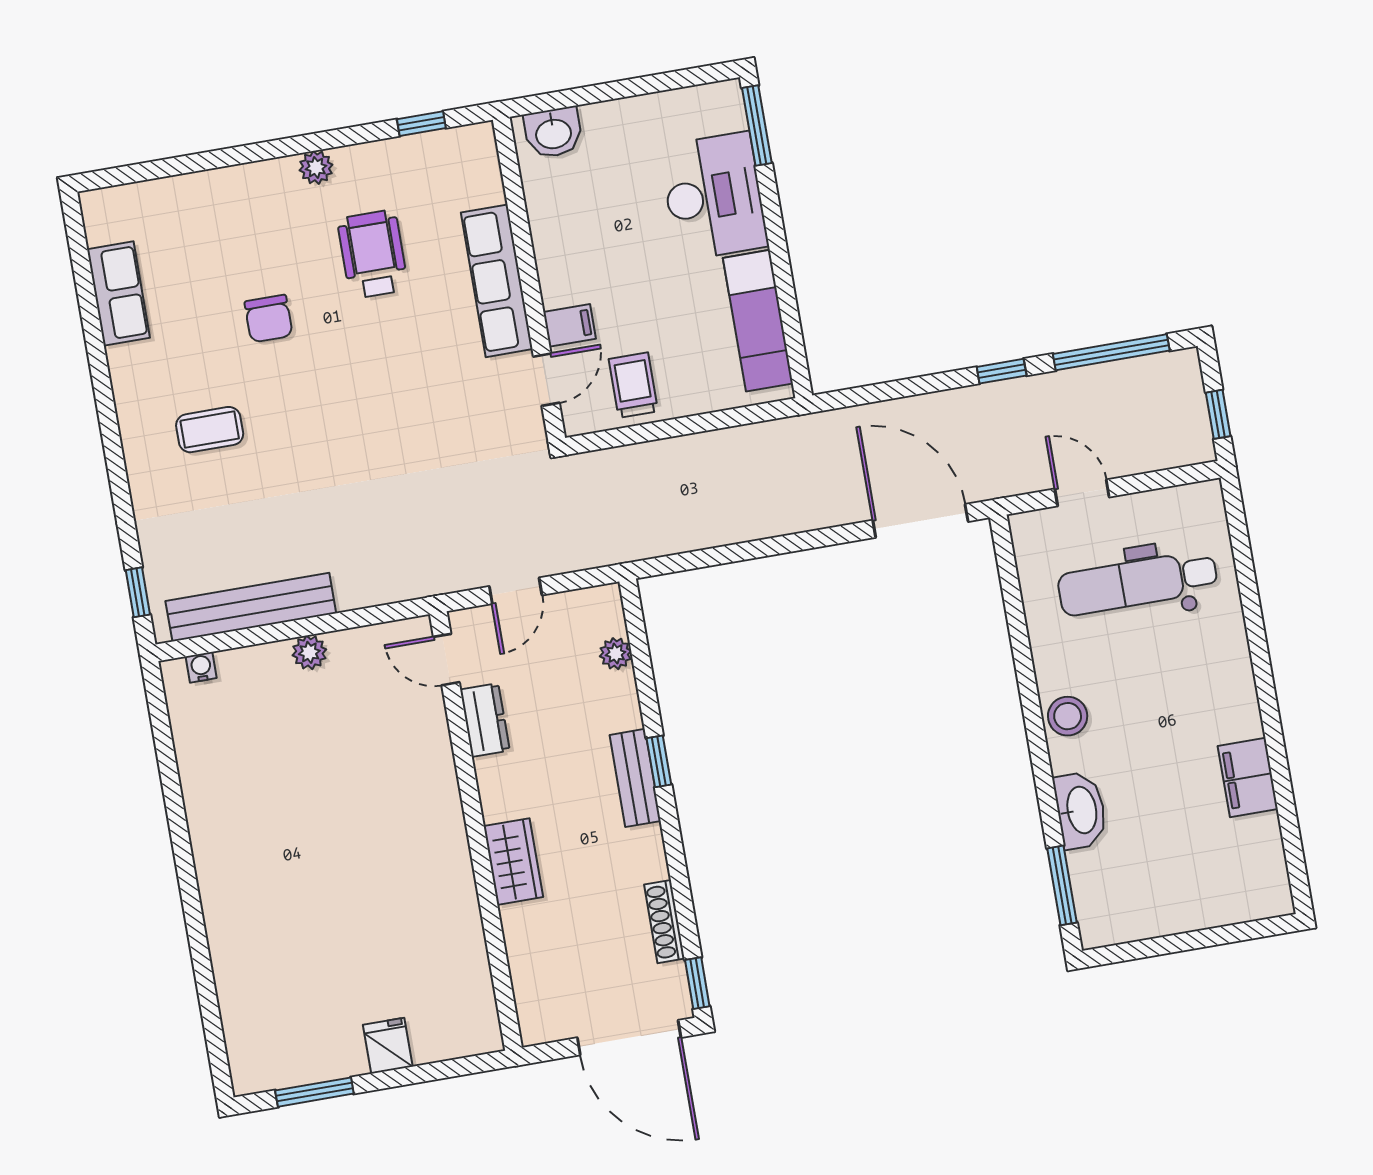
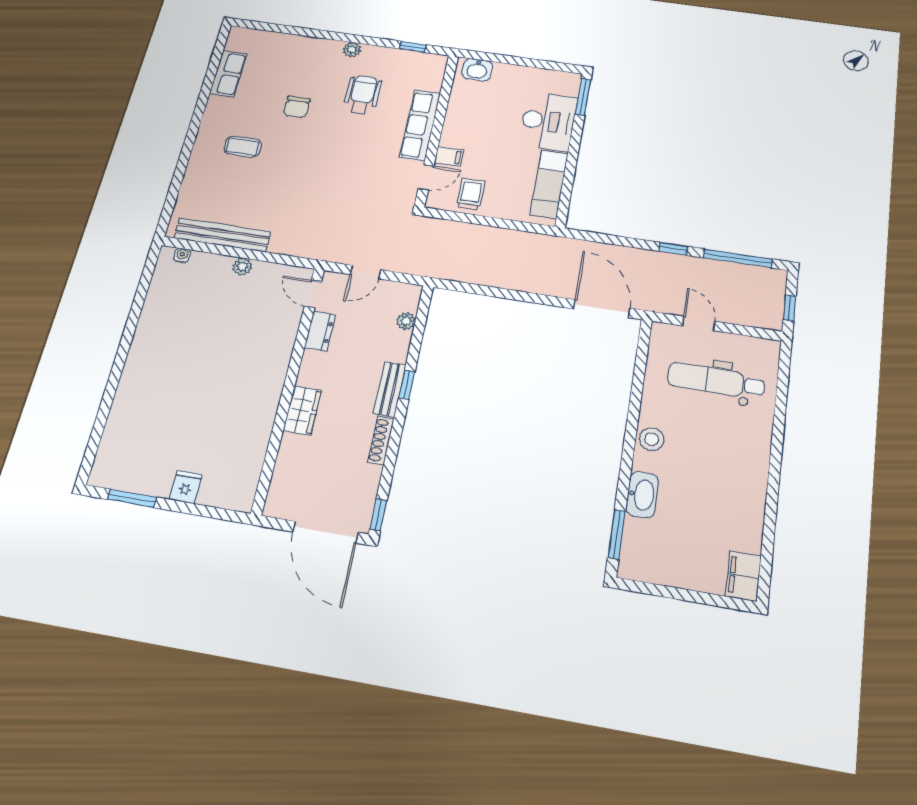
window: (138, 592) -> (168, 209), removed
filing cabinet: (1248, 778) -> (743, 576), moved
shoe rack: (664, 922) -> (381, 440), moved

